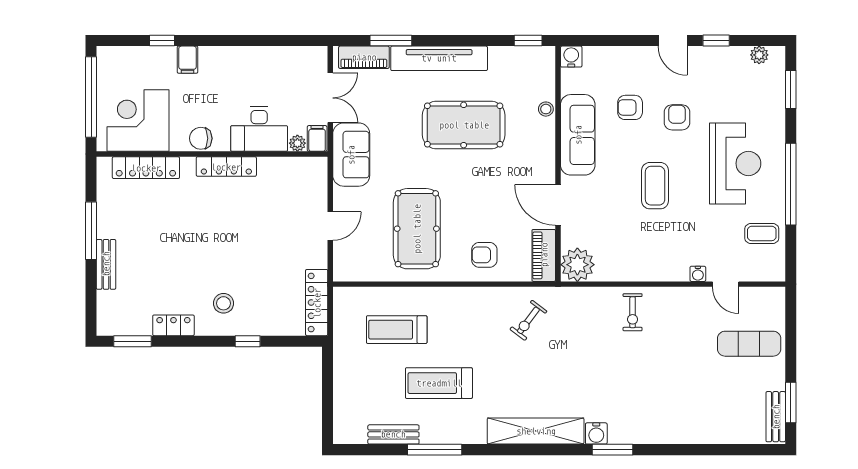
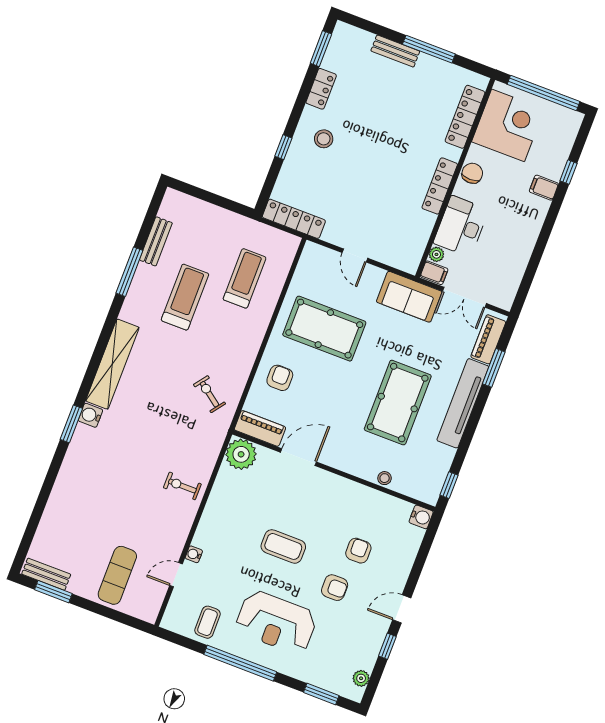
sofa: (578, 135) -> (352, 497), removed

